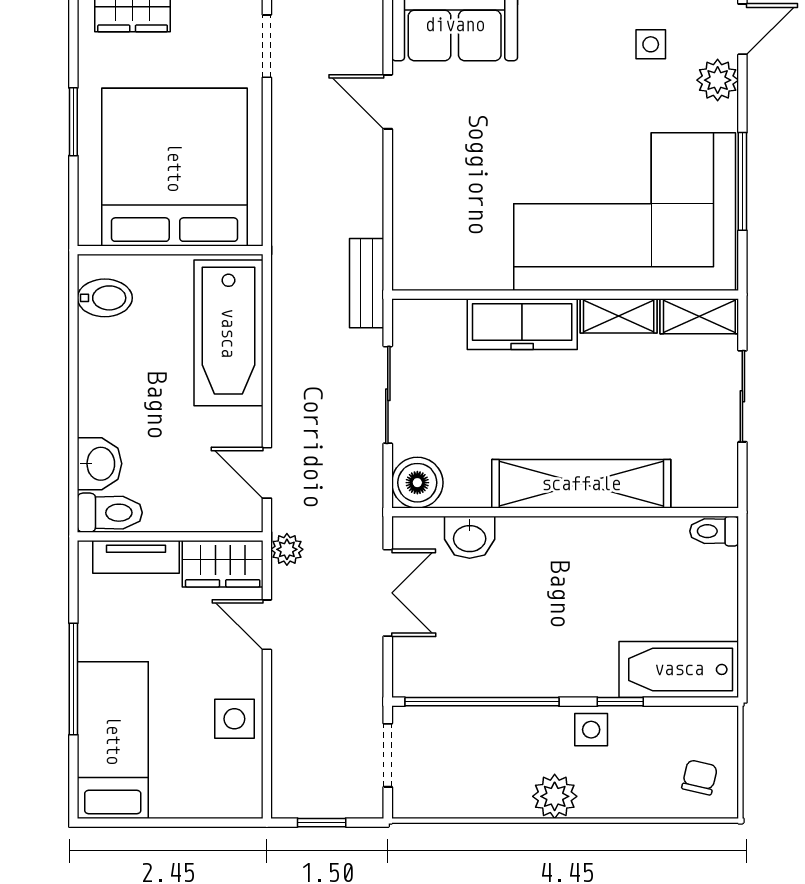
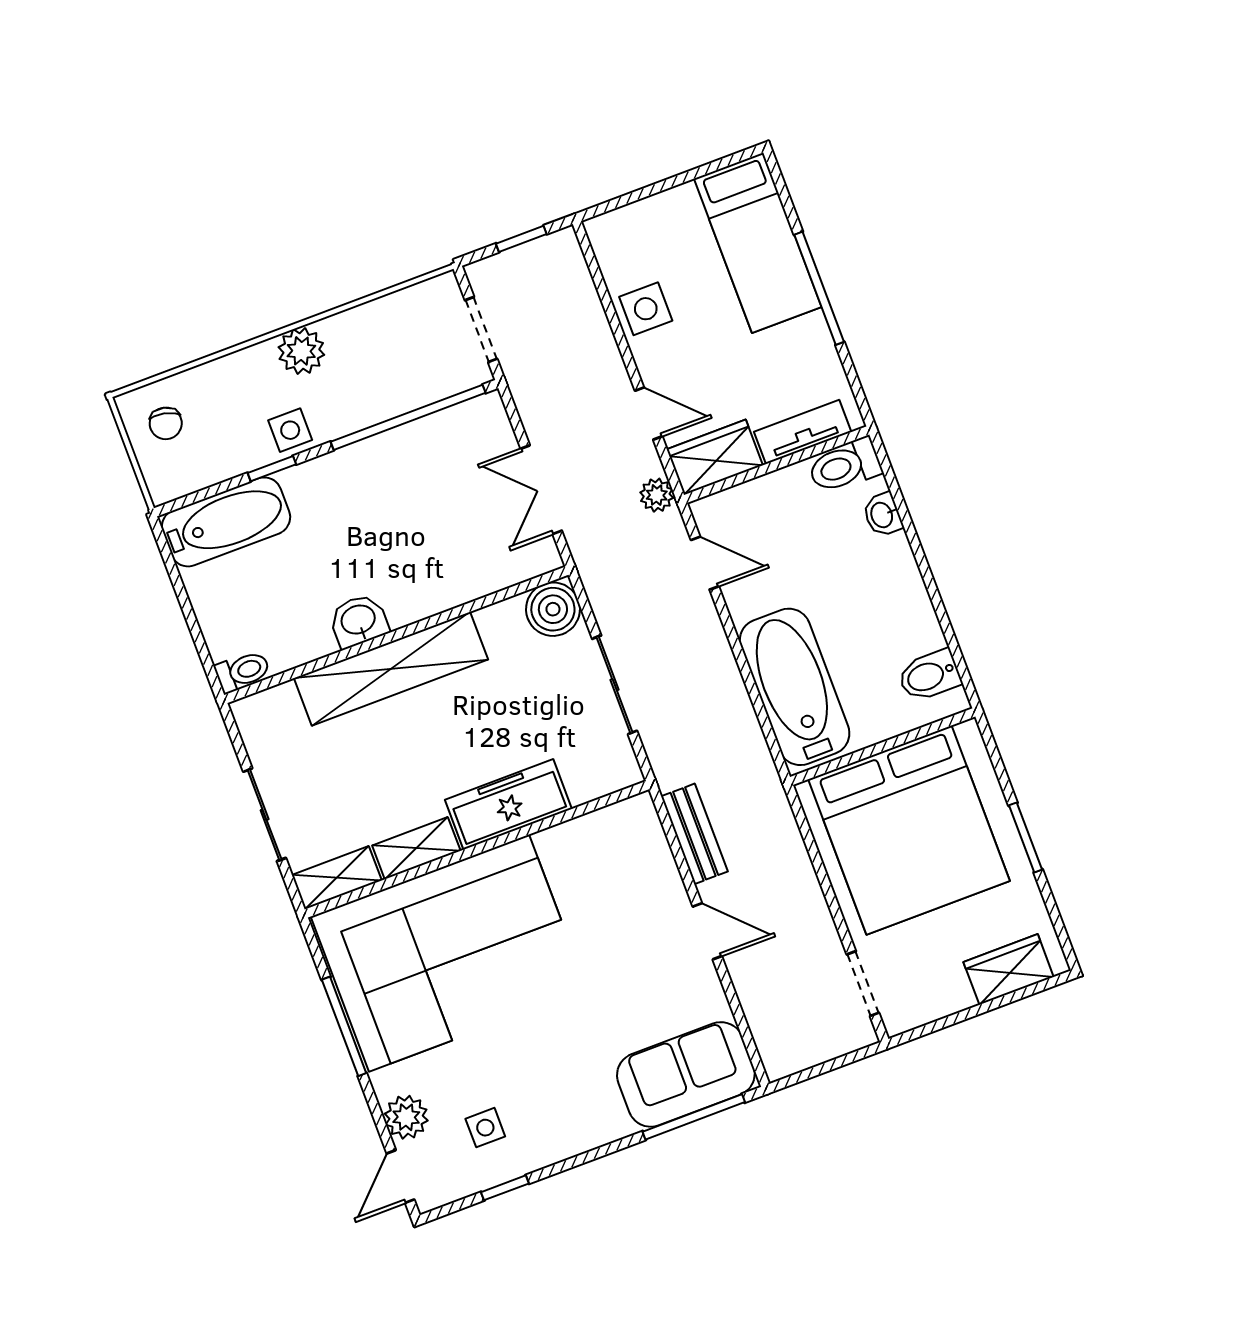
door: (388, 102) -> (707, 931), moved
bench: (367, 283) -> (694, 834), moved
washbasin: (99, 464) -> (883, 515), width x0.72, depth x0.69
washbasin: (470, 537) -> (359, 621), moved

